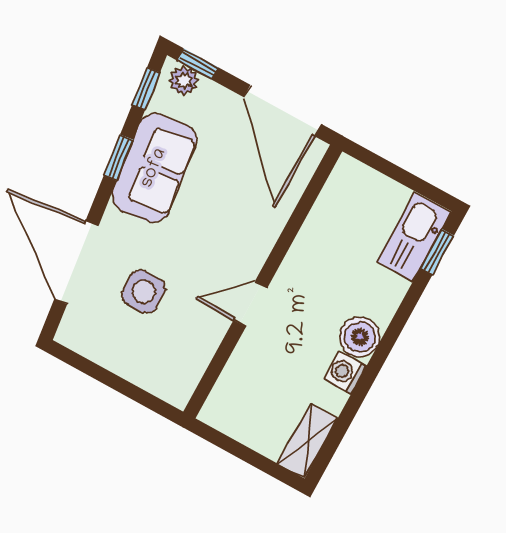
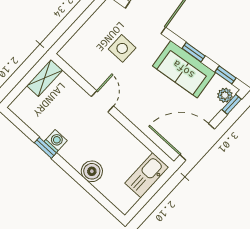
kitchen sink: (414, 237) -> (147, 175), moved, turned -90
window: (437, 252) -> (45, 148), moved
boiler: (360, 337) -> (92, 171), moved
shelving: (308, 441) -> (45, 78), moved, turned 90

